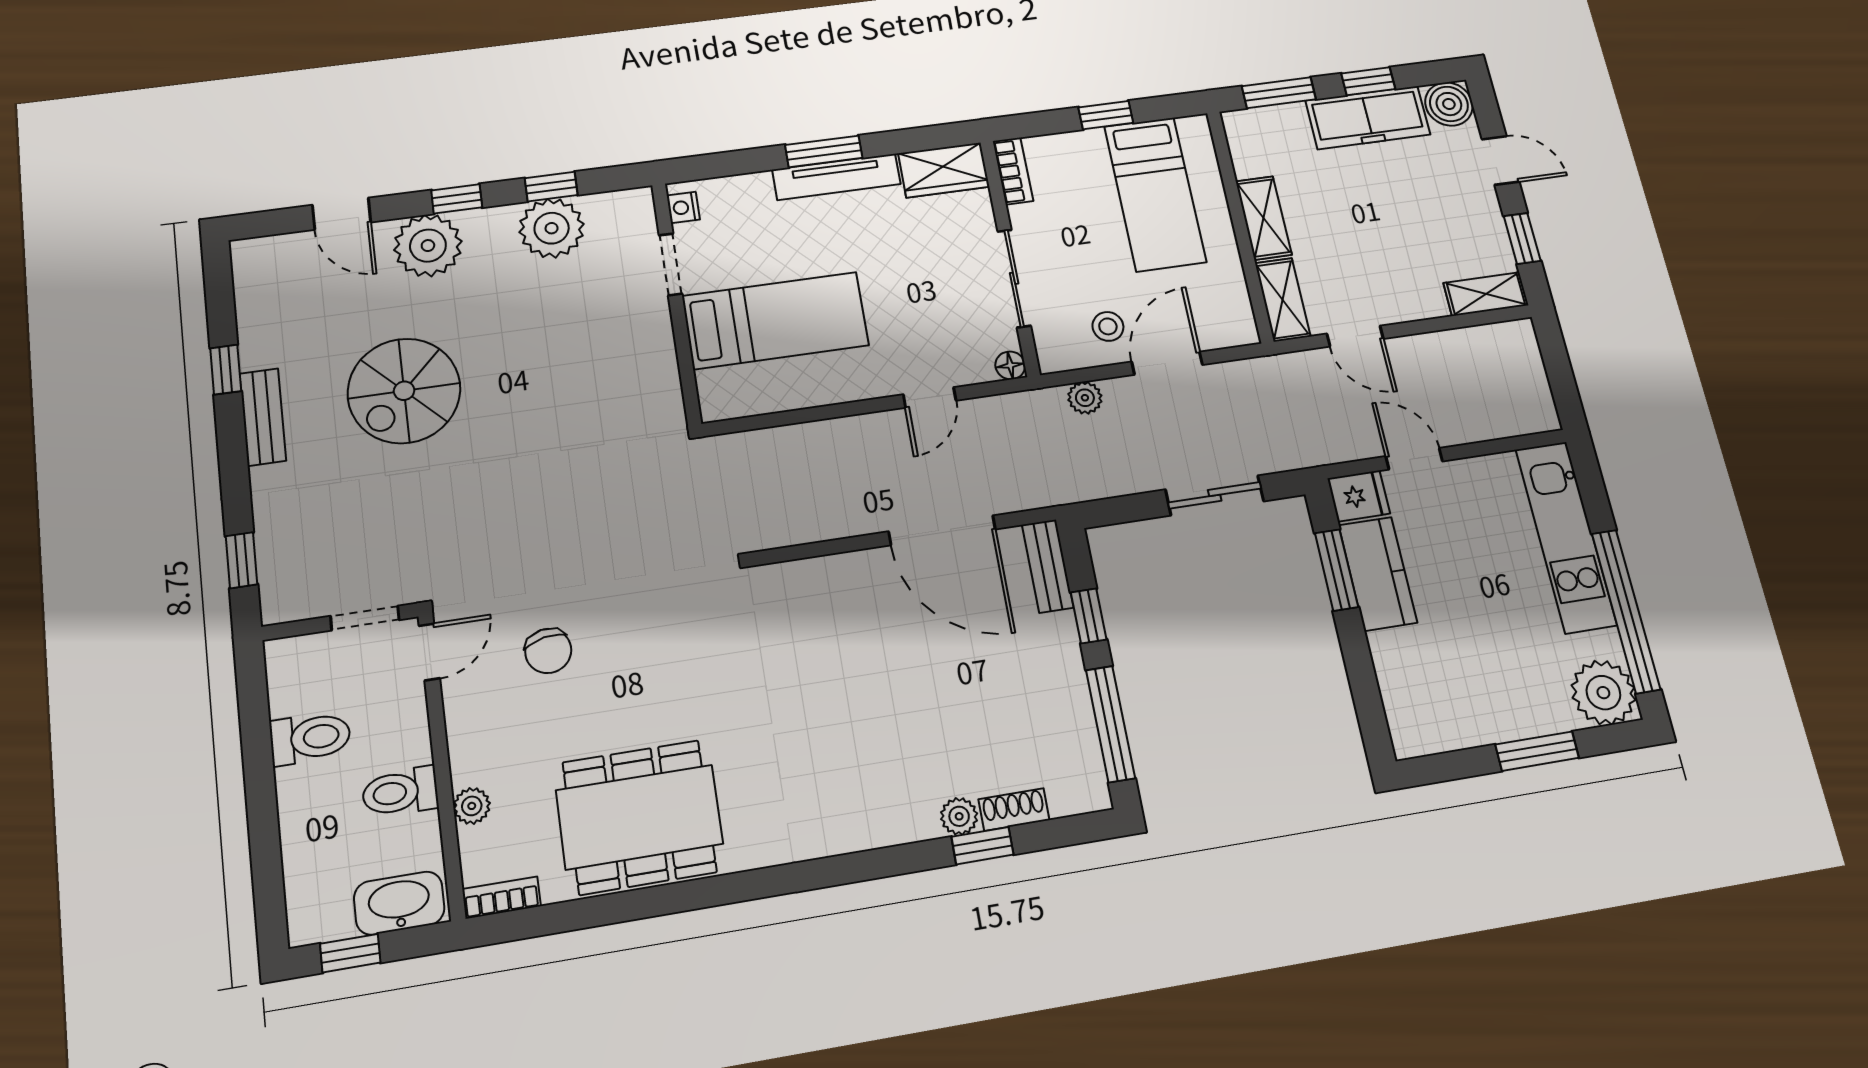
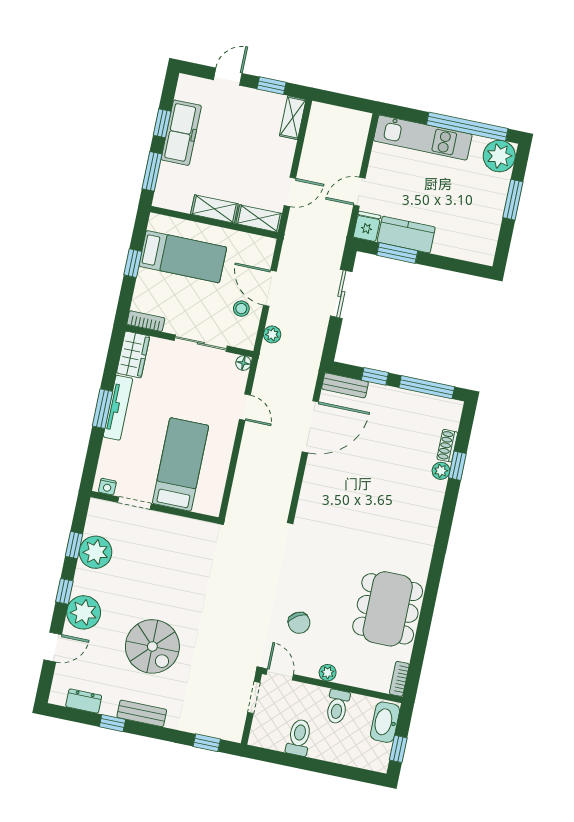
boiler: (1449, 104) -> (189, 88), removed
dresser: (253, 303) -> (84, 701), added
chair: (548, 651) -> (299, 623), turned 69
plant: (472, 806) -> (328, 673), moved

